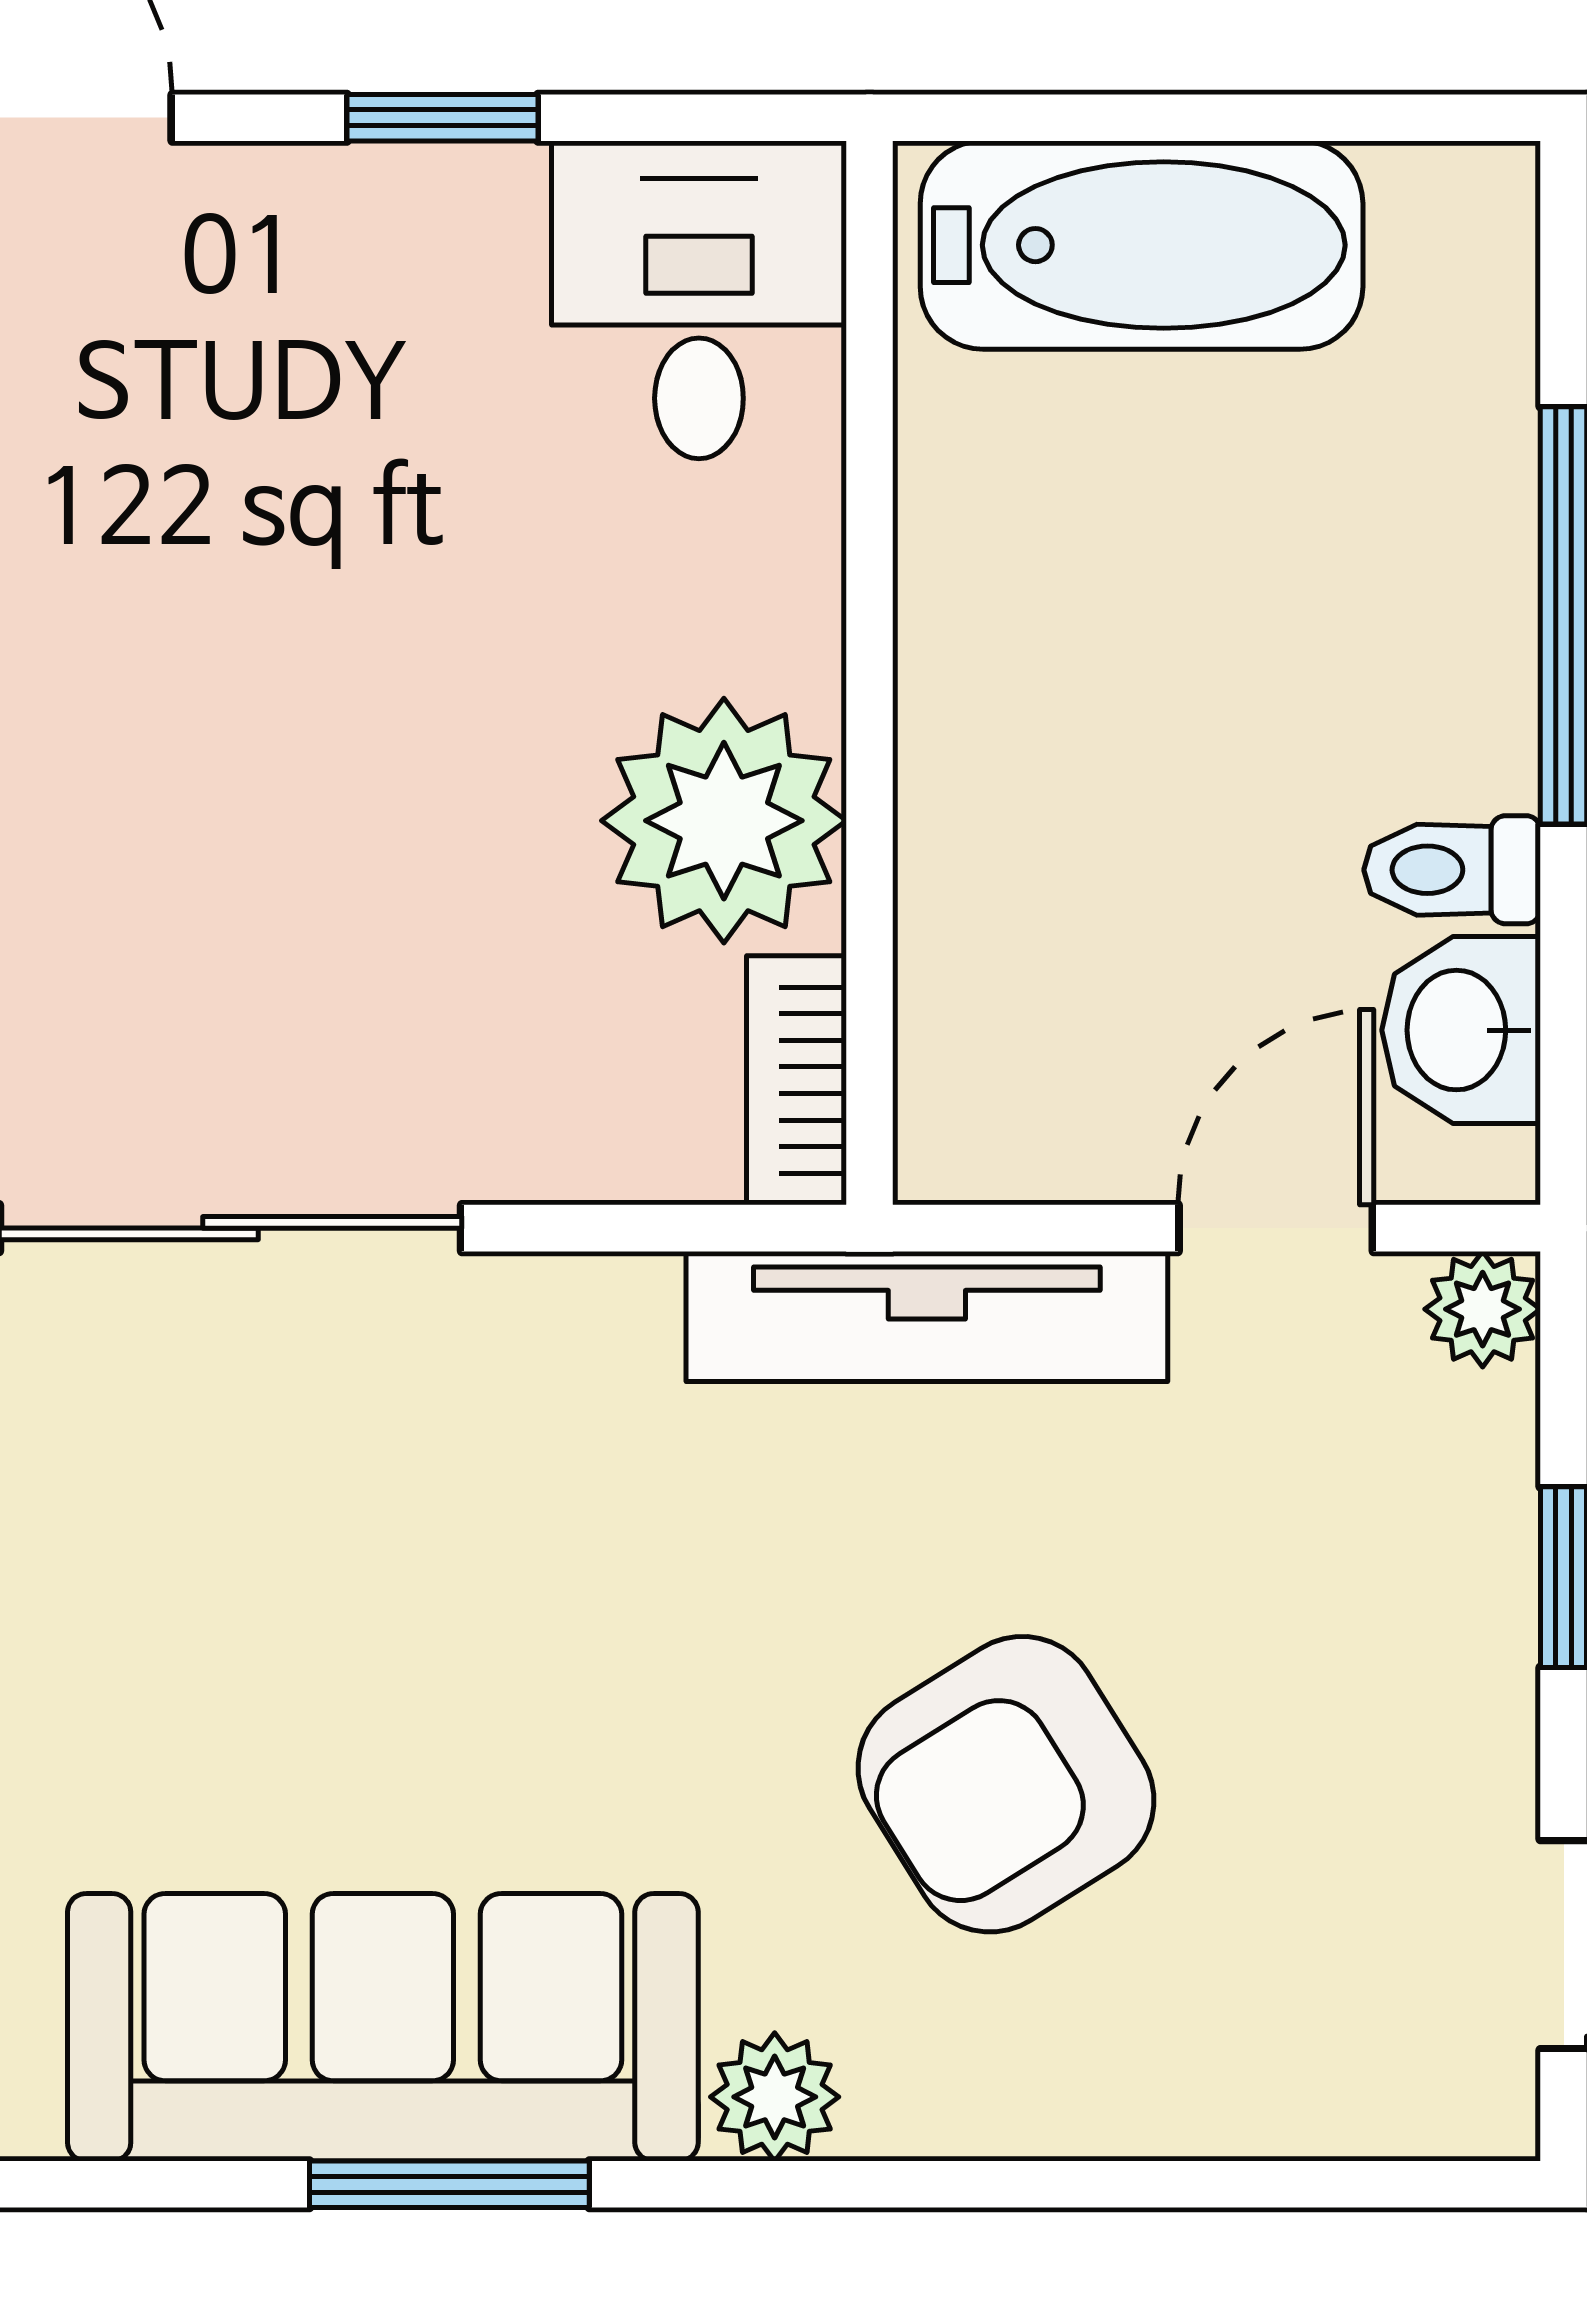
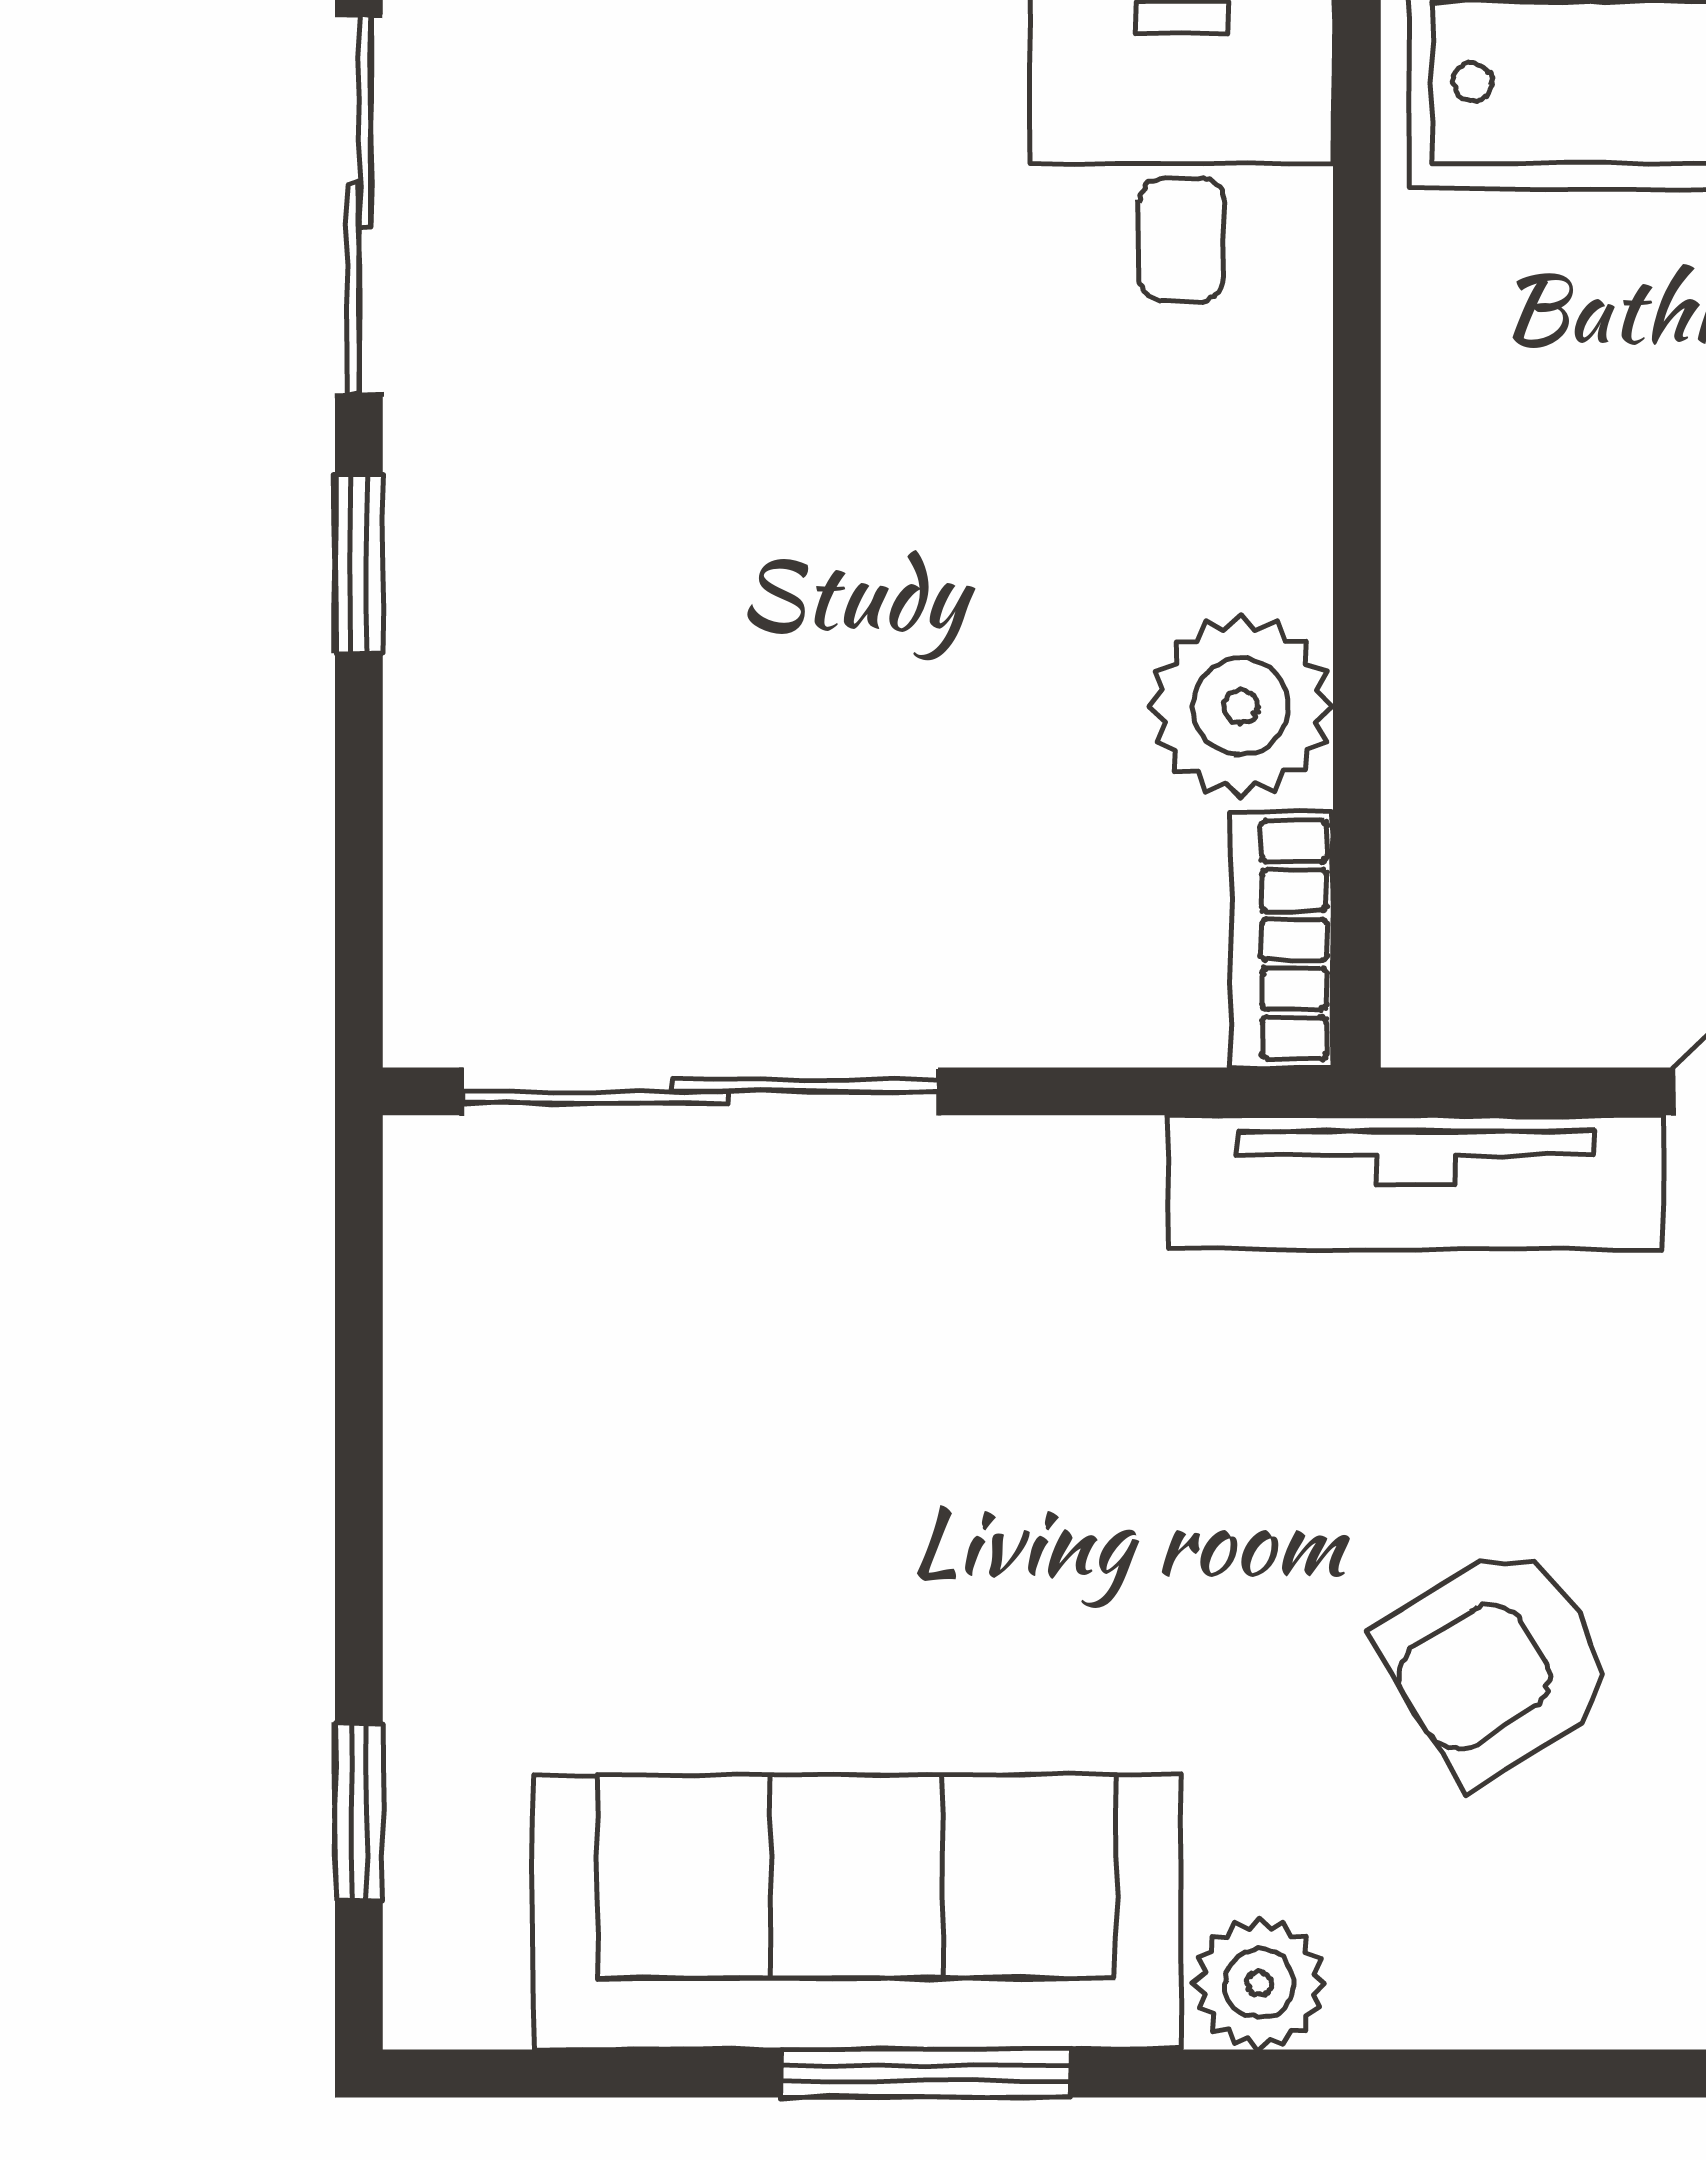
plant: (724, 821) -> (1241, 707), width x0.73, depth x0.73
armchair: (1006, 1784) -> (1497, 1663), width x0.72, depth x0.72

